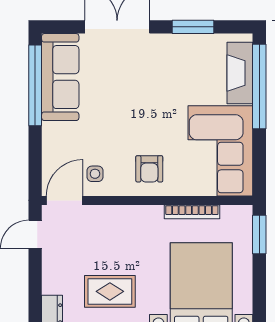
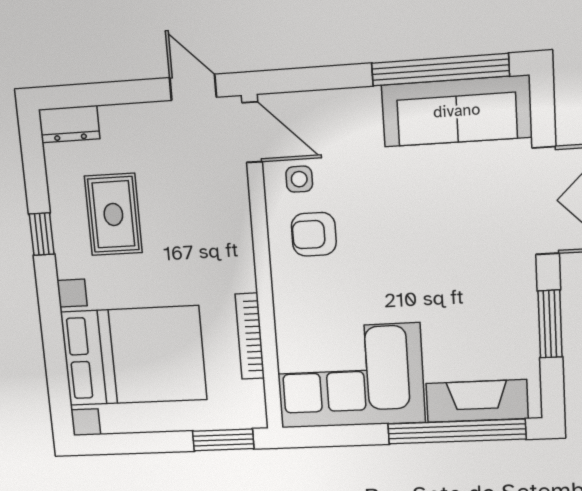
armchair: (149, 169) -> (314, 234), moved

